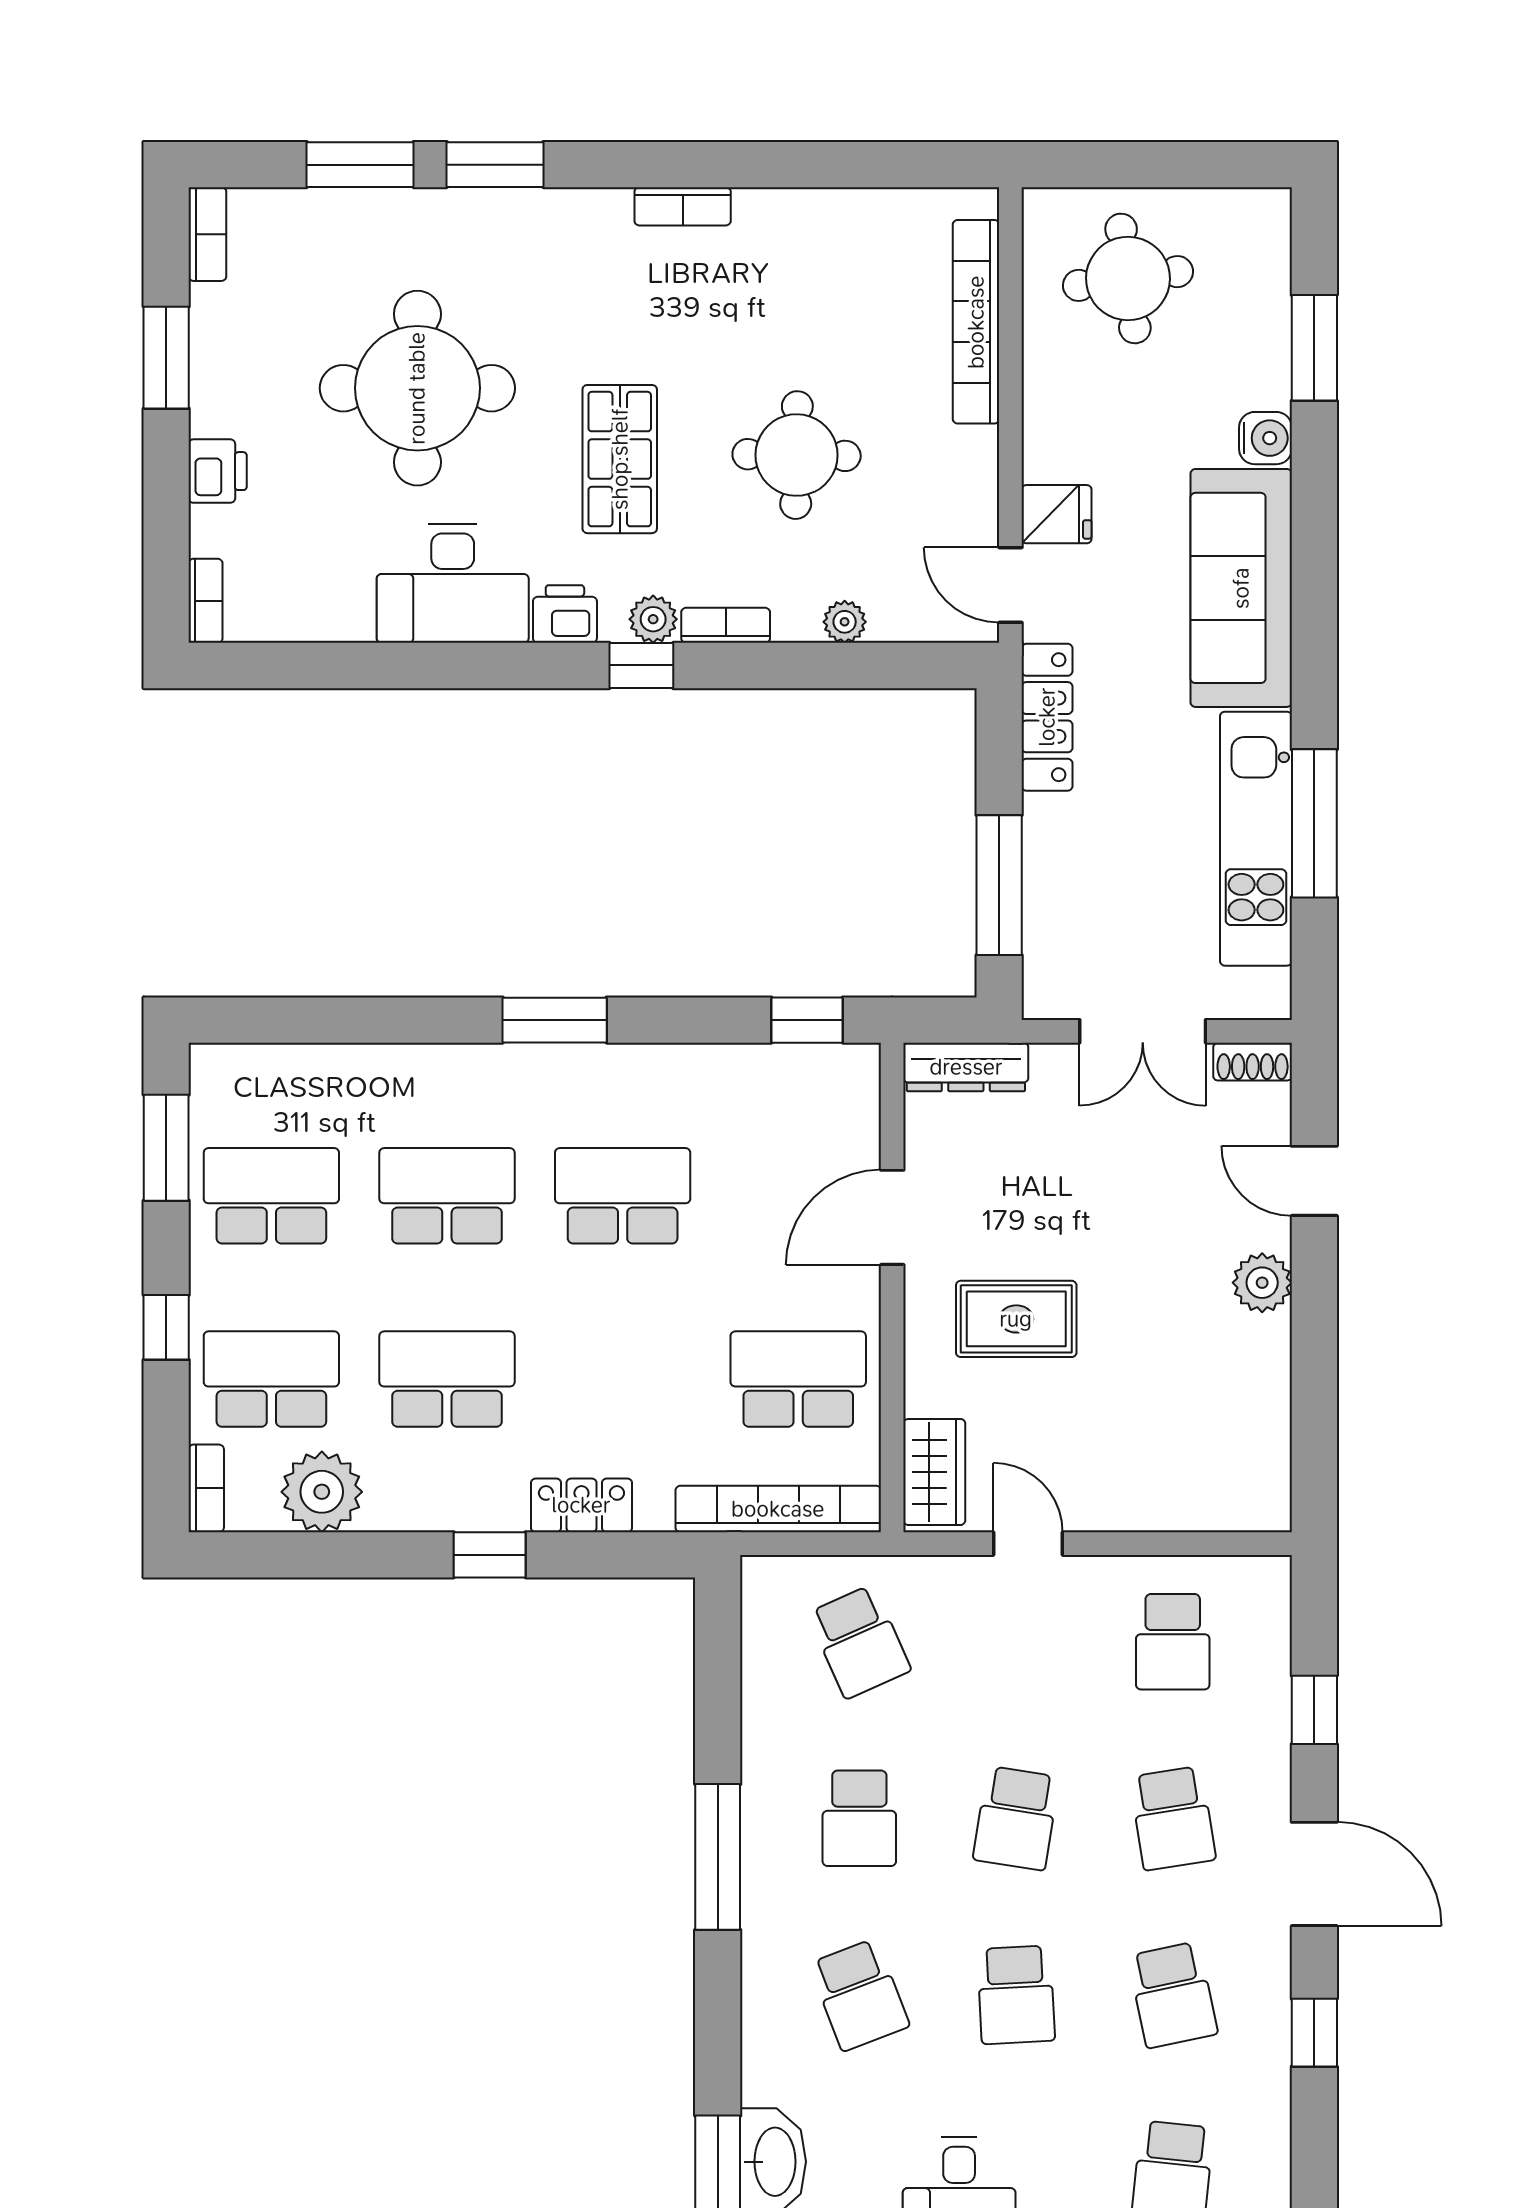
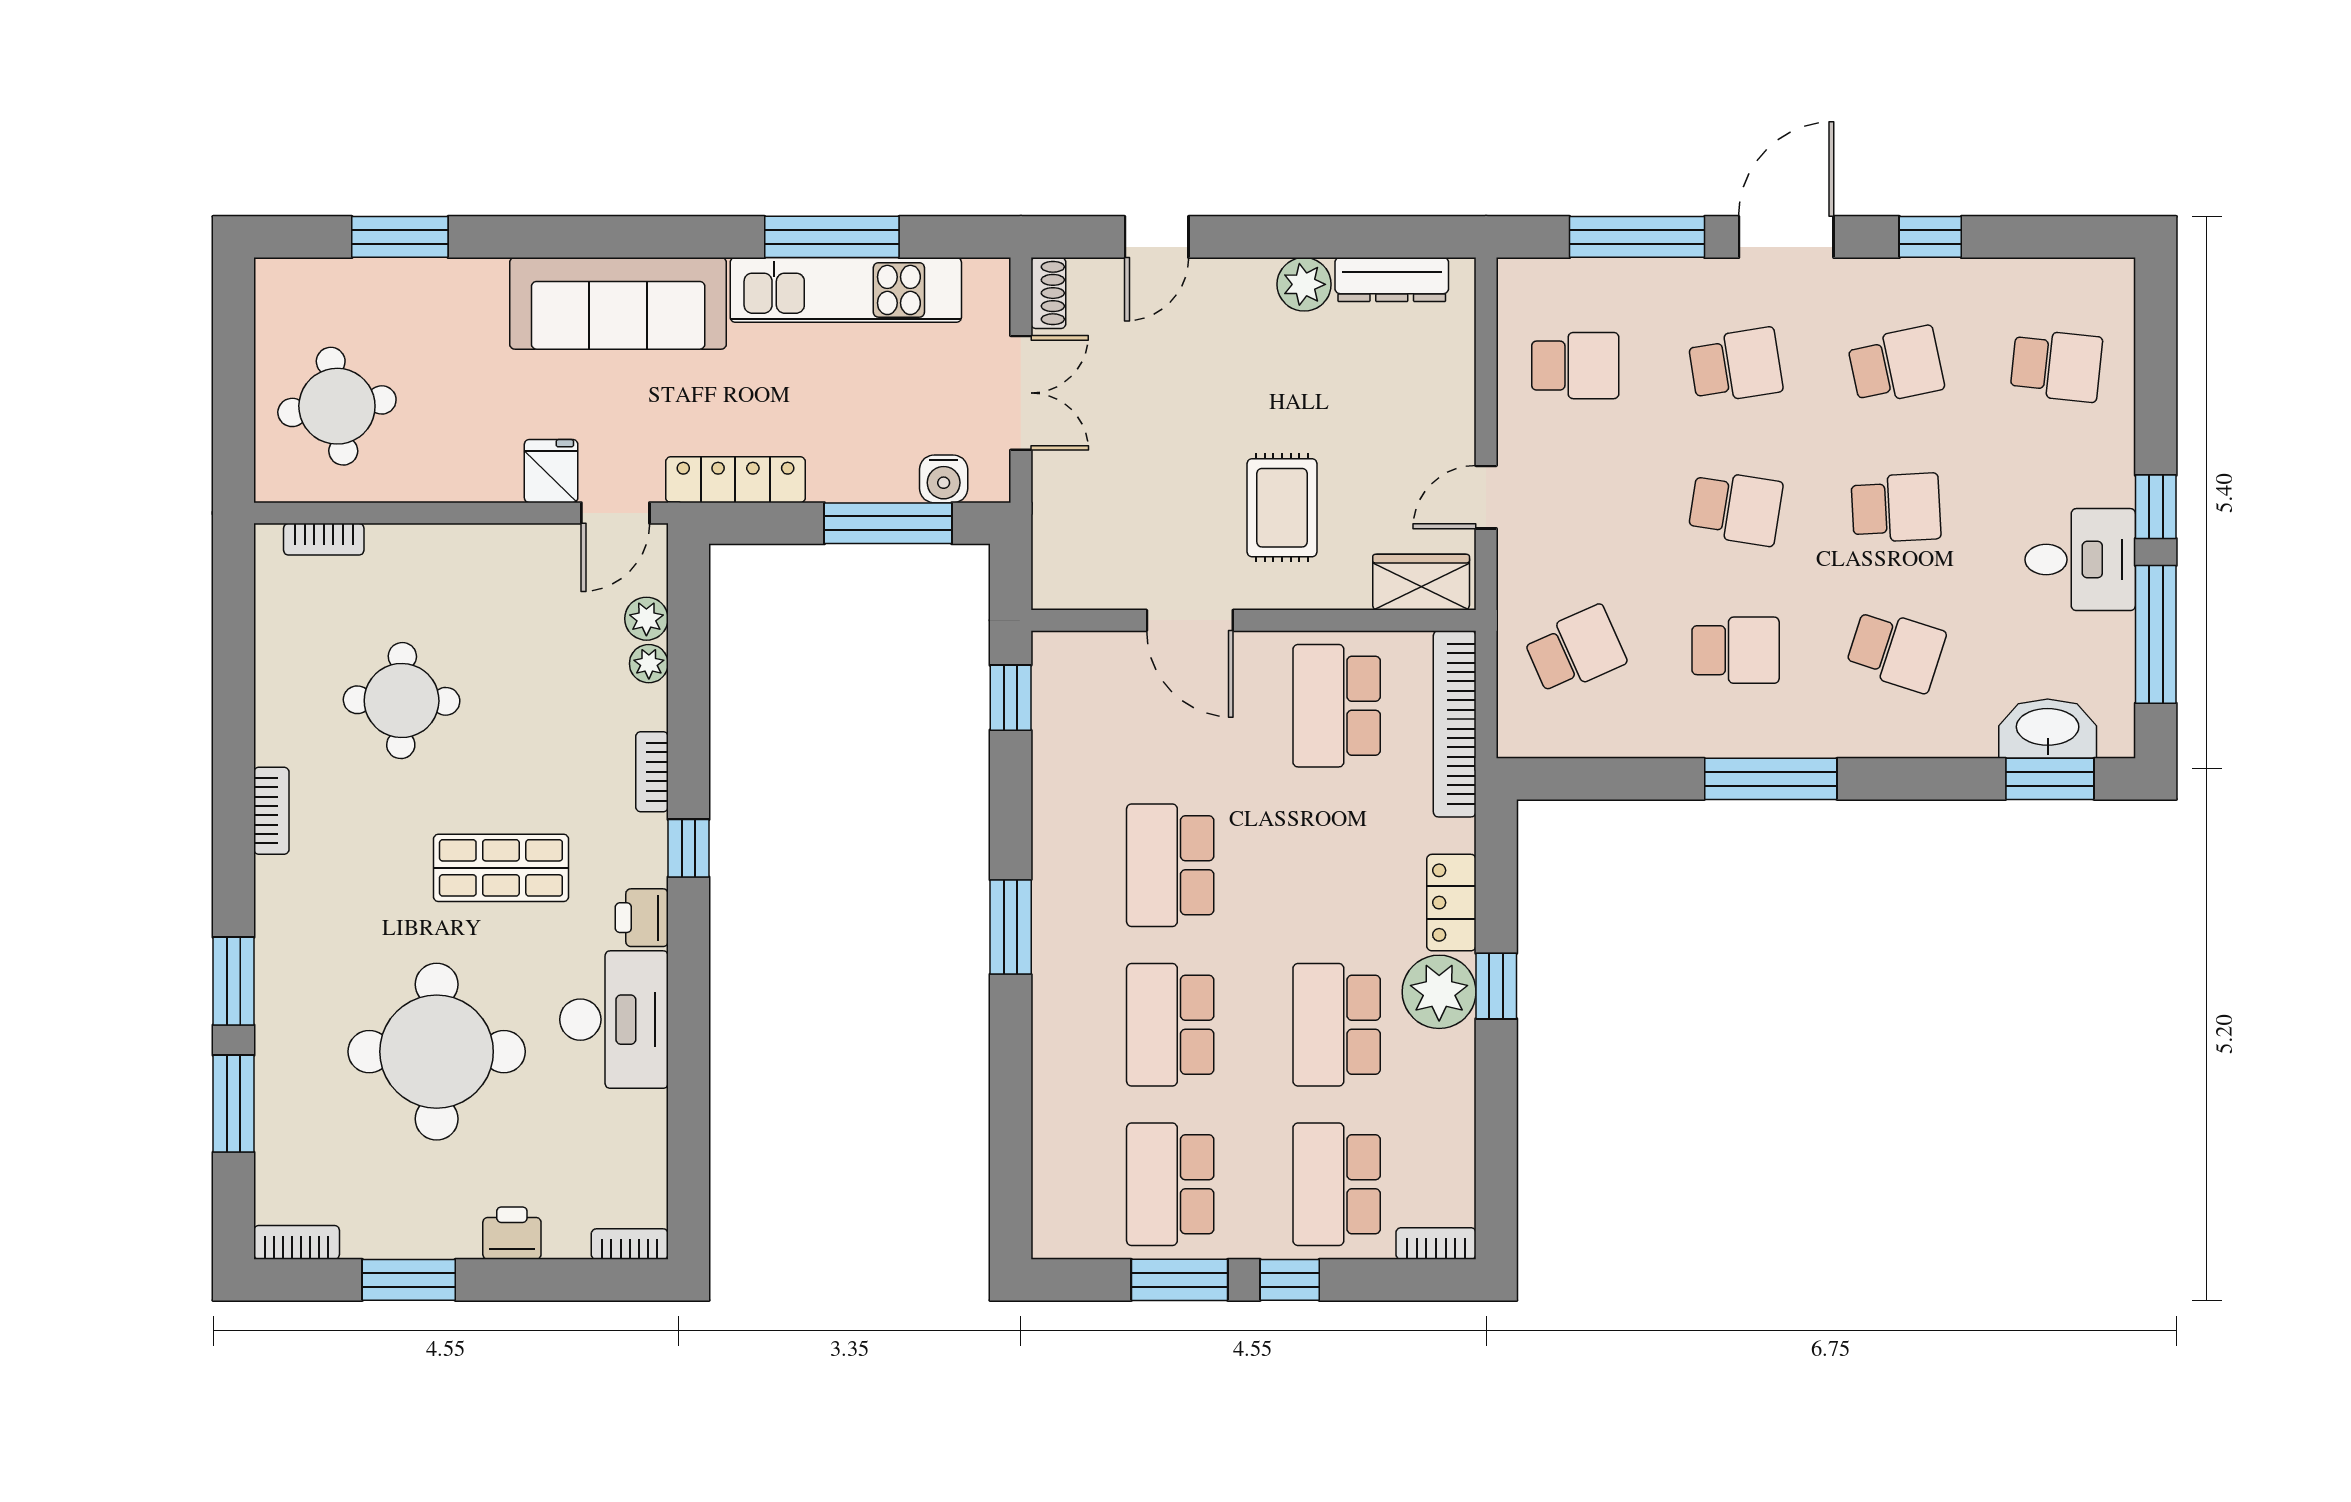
bookcase: (976, 322) -> (324, 539), width x0.43, depth x0.76
water cooler: (1265, 438) -> (944, 479), moved, turned 180
round table: (797, 455) -> (402, 701), moved
plant: (653, 619) -> (646, 619), moved
dresser: (966, 1067) -> (1392, 280), moved, turned 90
window: (166, 1148) -> (1180, 1280), moved
plant: (1262, 1283) -> (1304, 284), moved
plant: (322, 1492) -> (1439, 992), moved
window: (1314, 1710) -> (1637, 237), width x2.17
school desk: (859, 1995) -> (1896, 650), turned 39

